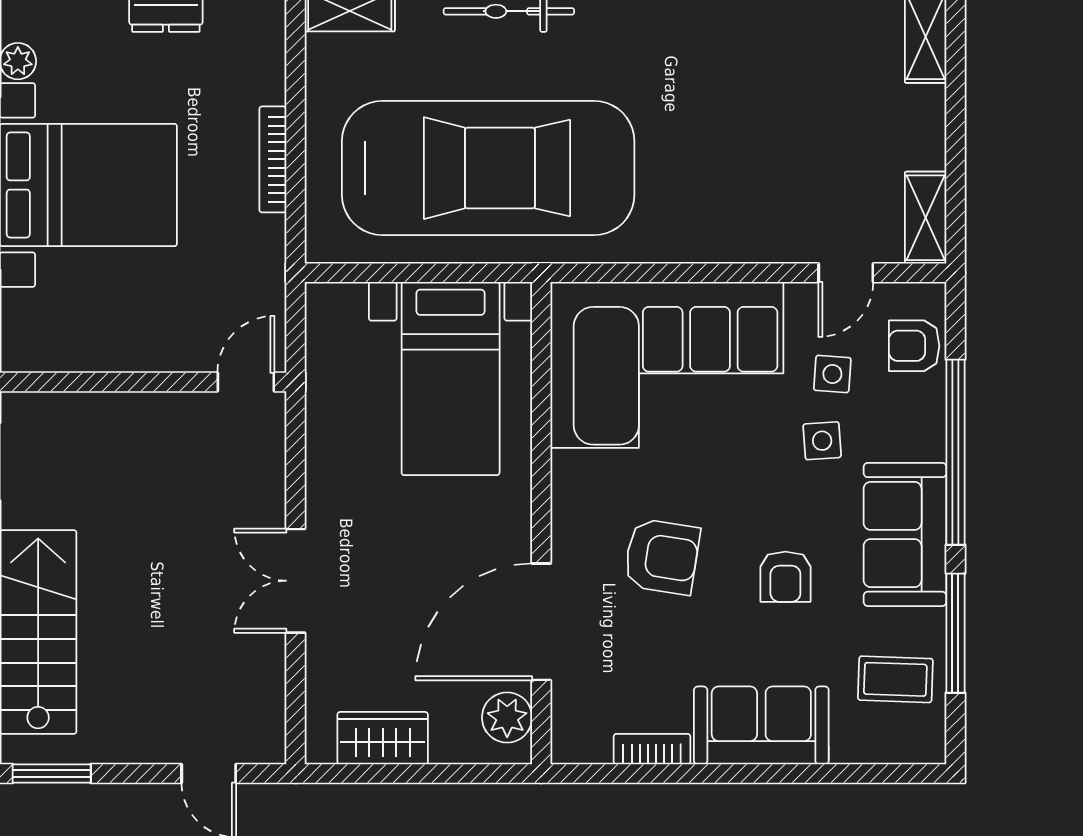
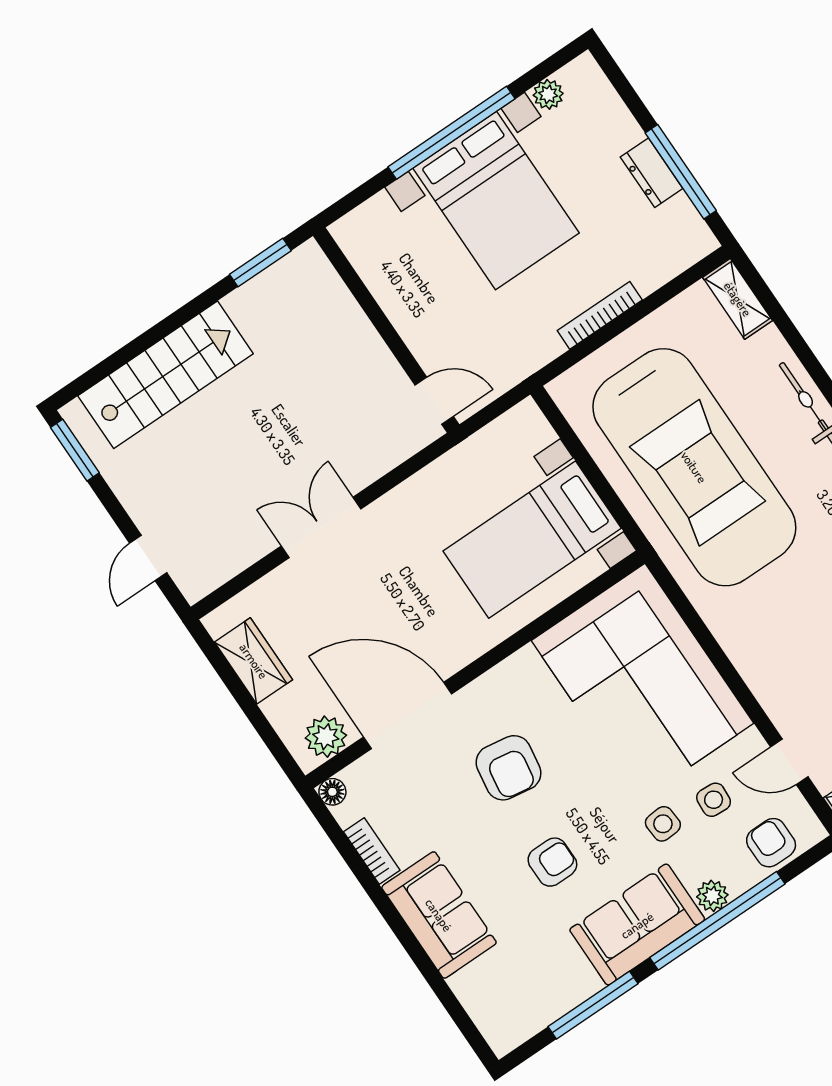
plant: (927, 440) -> (712, 896), added
armchair: (785, 577) -> (552, 862), turned 180
coffee table: (895, 679) -> (533, 986), removed
floor lamp: (566, 748) -> (332, 792), added

